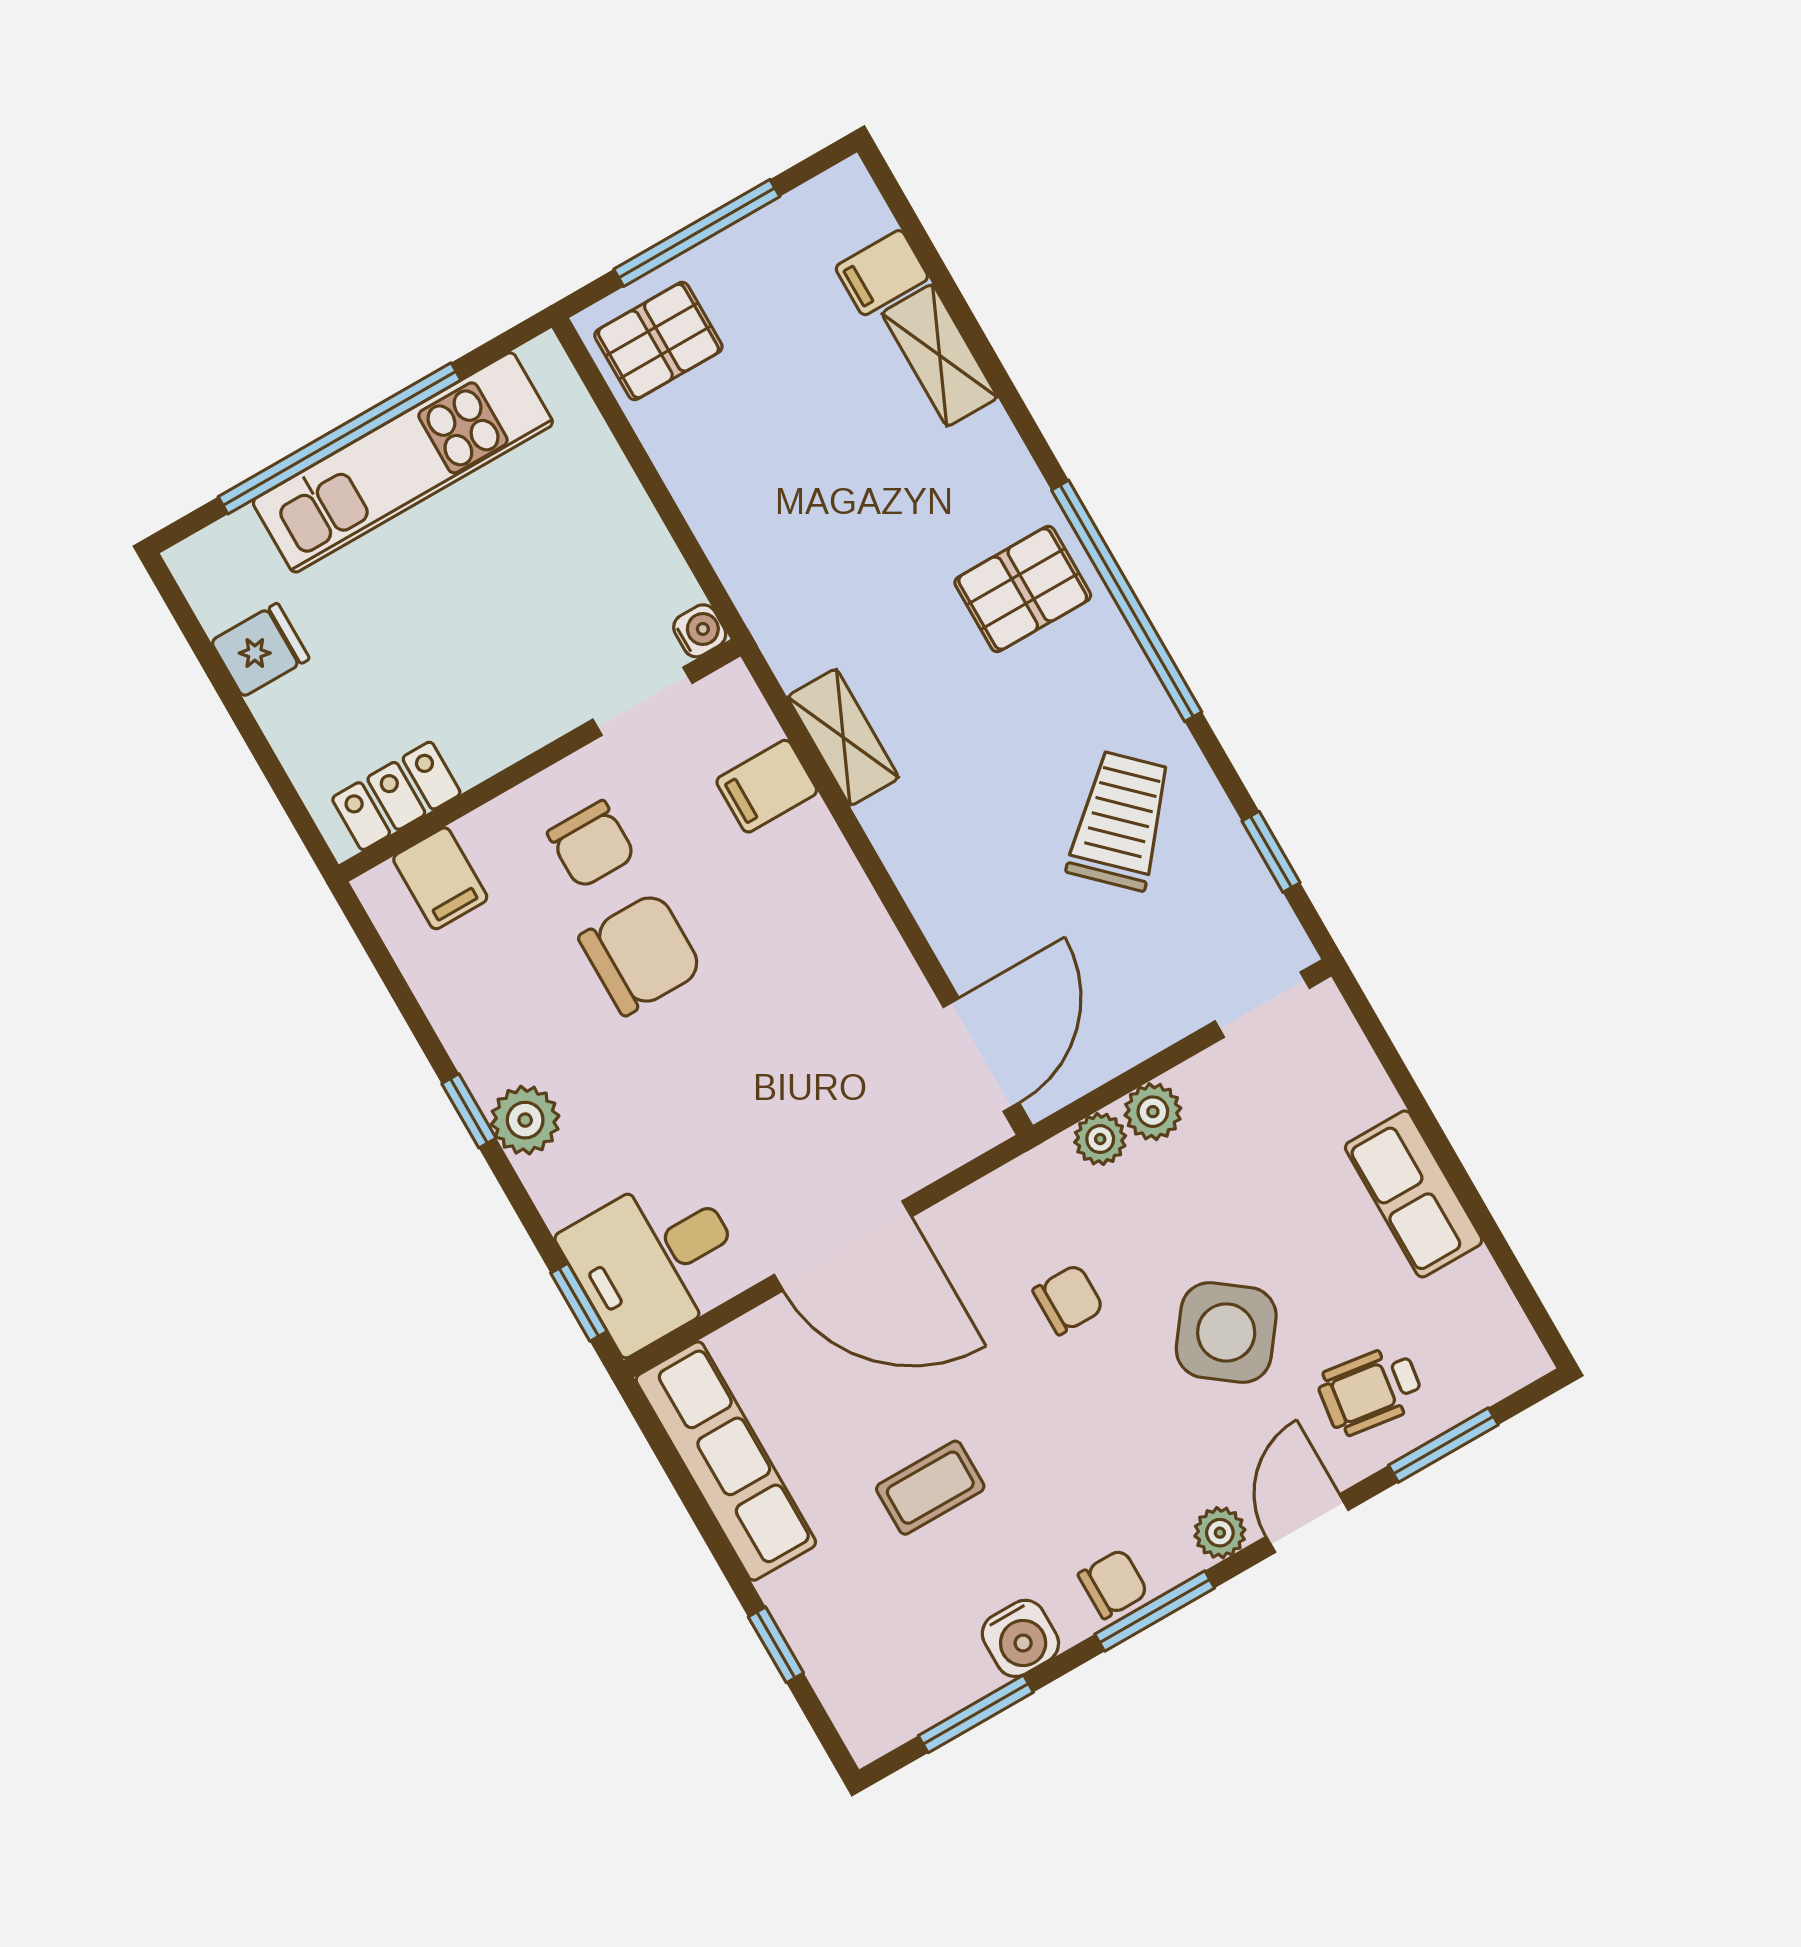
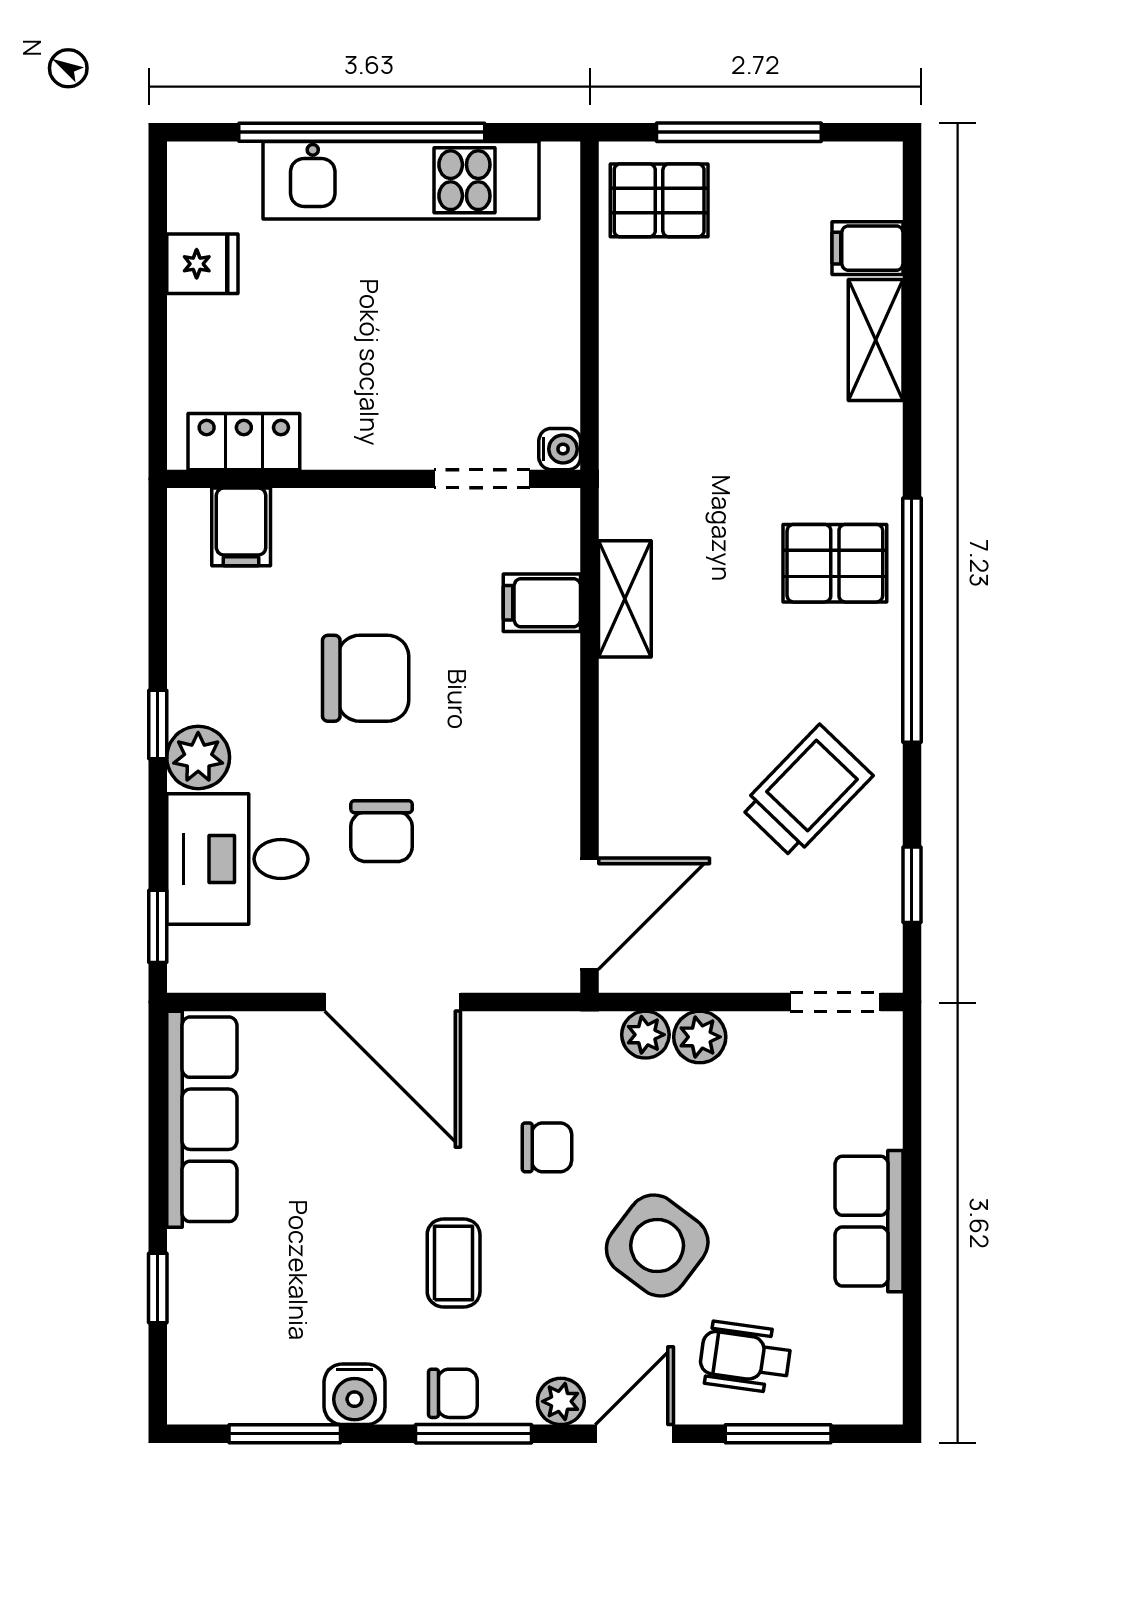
chair: (591, 844) -> (382, 831), moved
desk: (655, 1260) -> (237, 859), moved
coffee table: (930, 1488) -> (454, 1263), moved, turned 90

